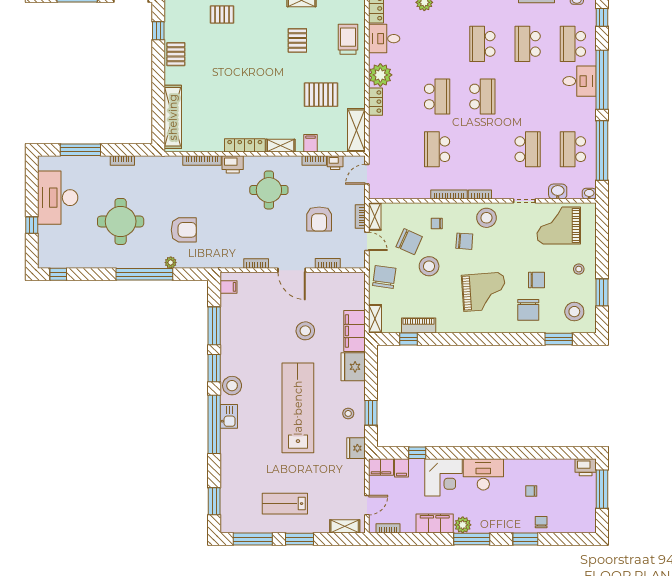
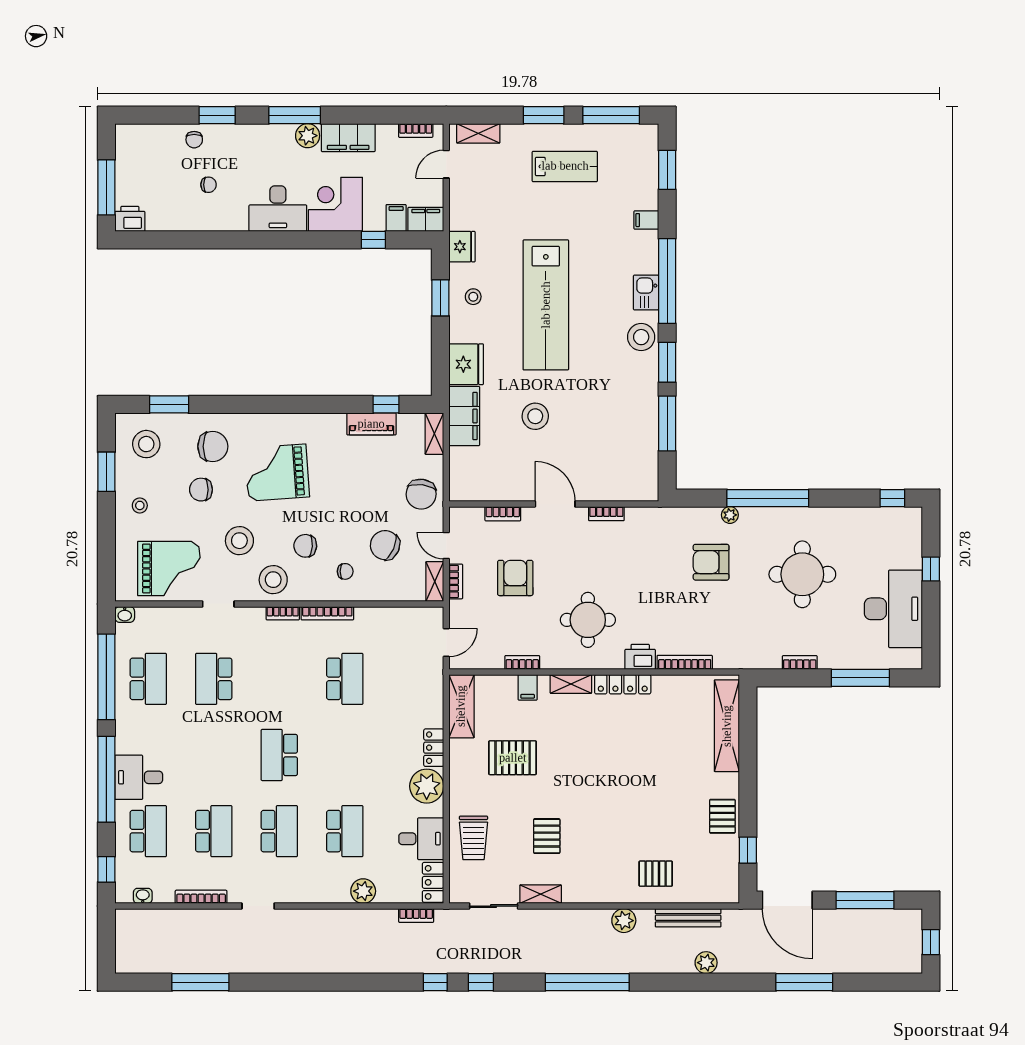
school desk: (437, 97) -> (345, 831), moved, turned 180
printer: (335, 163) -> (492, 659), removed
washbasin: (558, 192) -> (170, 618), removed
stool: (429, 266) -> (239, 541), moved
filing cabinet: (228, 287) -> (646, 220), moved
chair: (528, 310) -> (213, 446), turned 90

